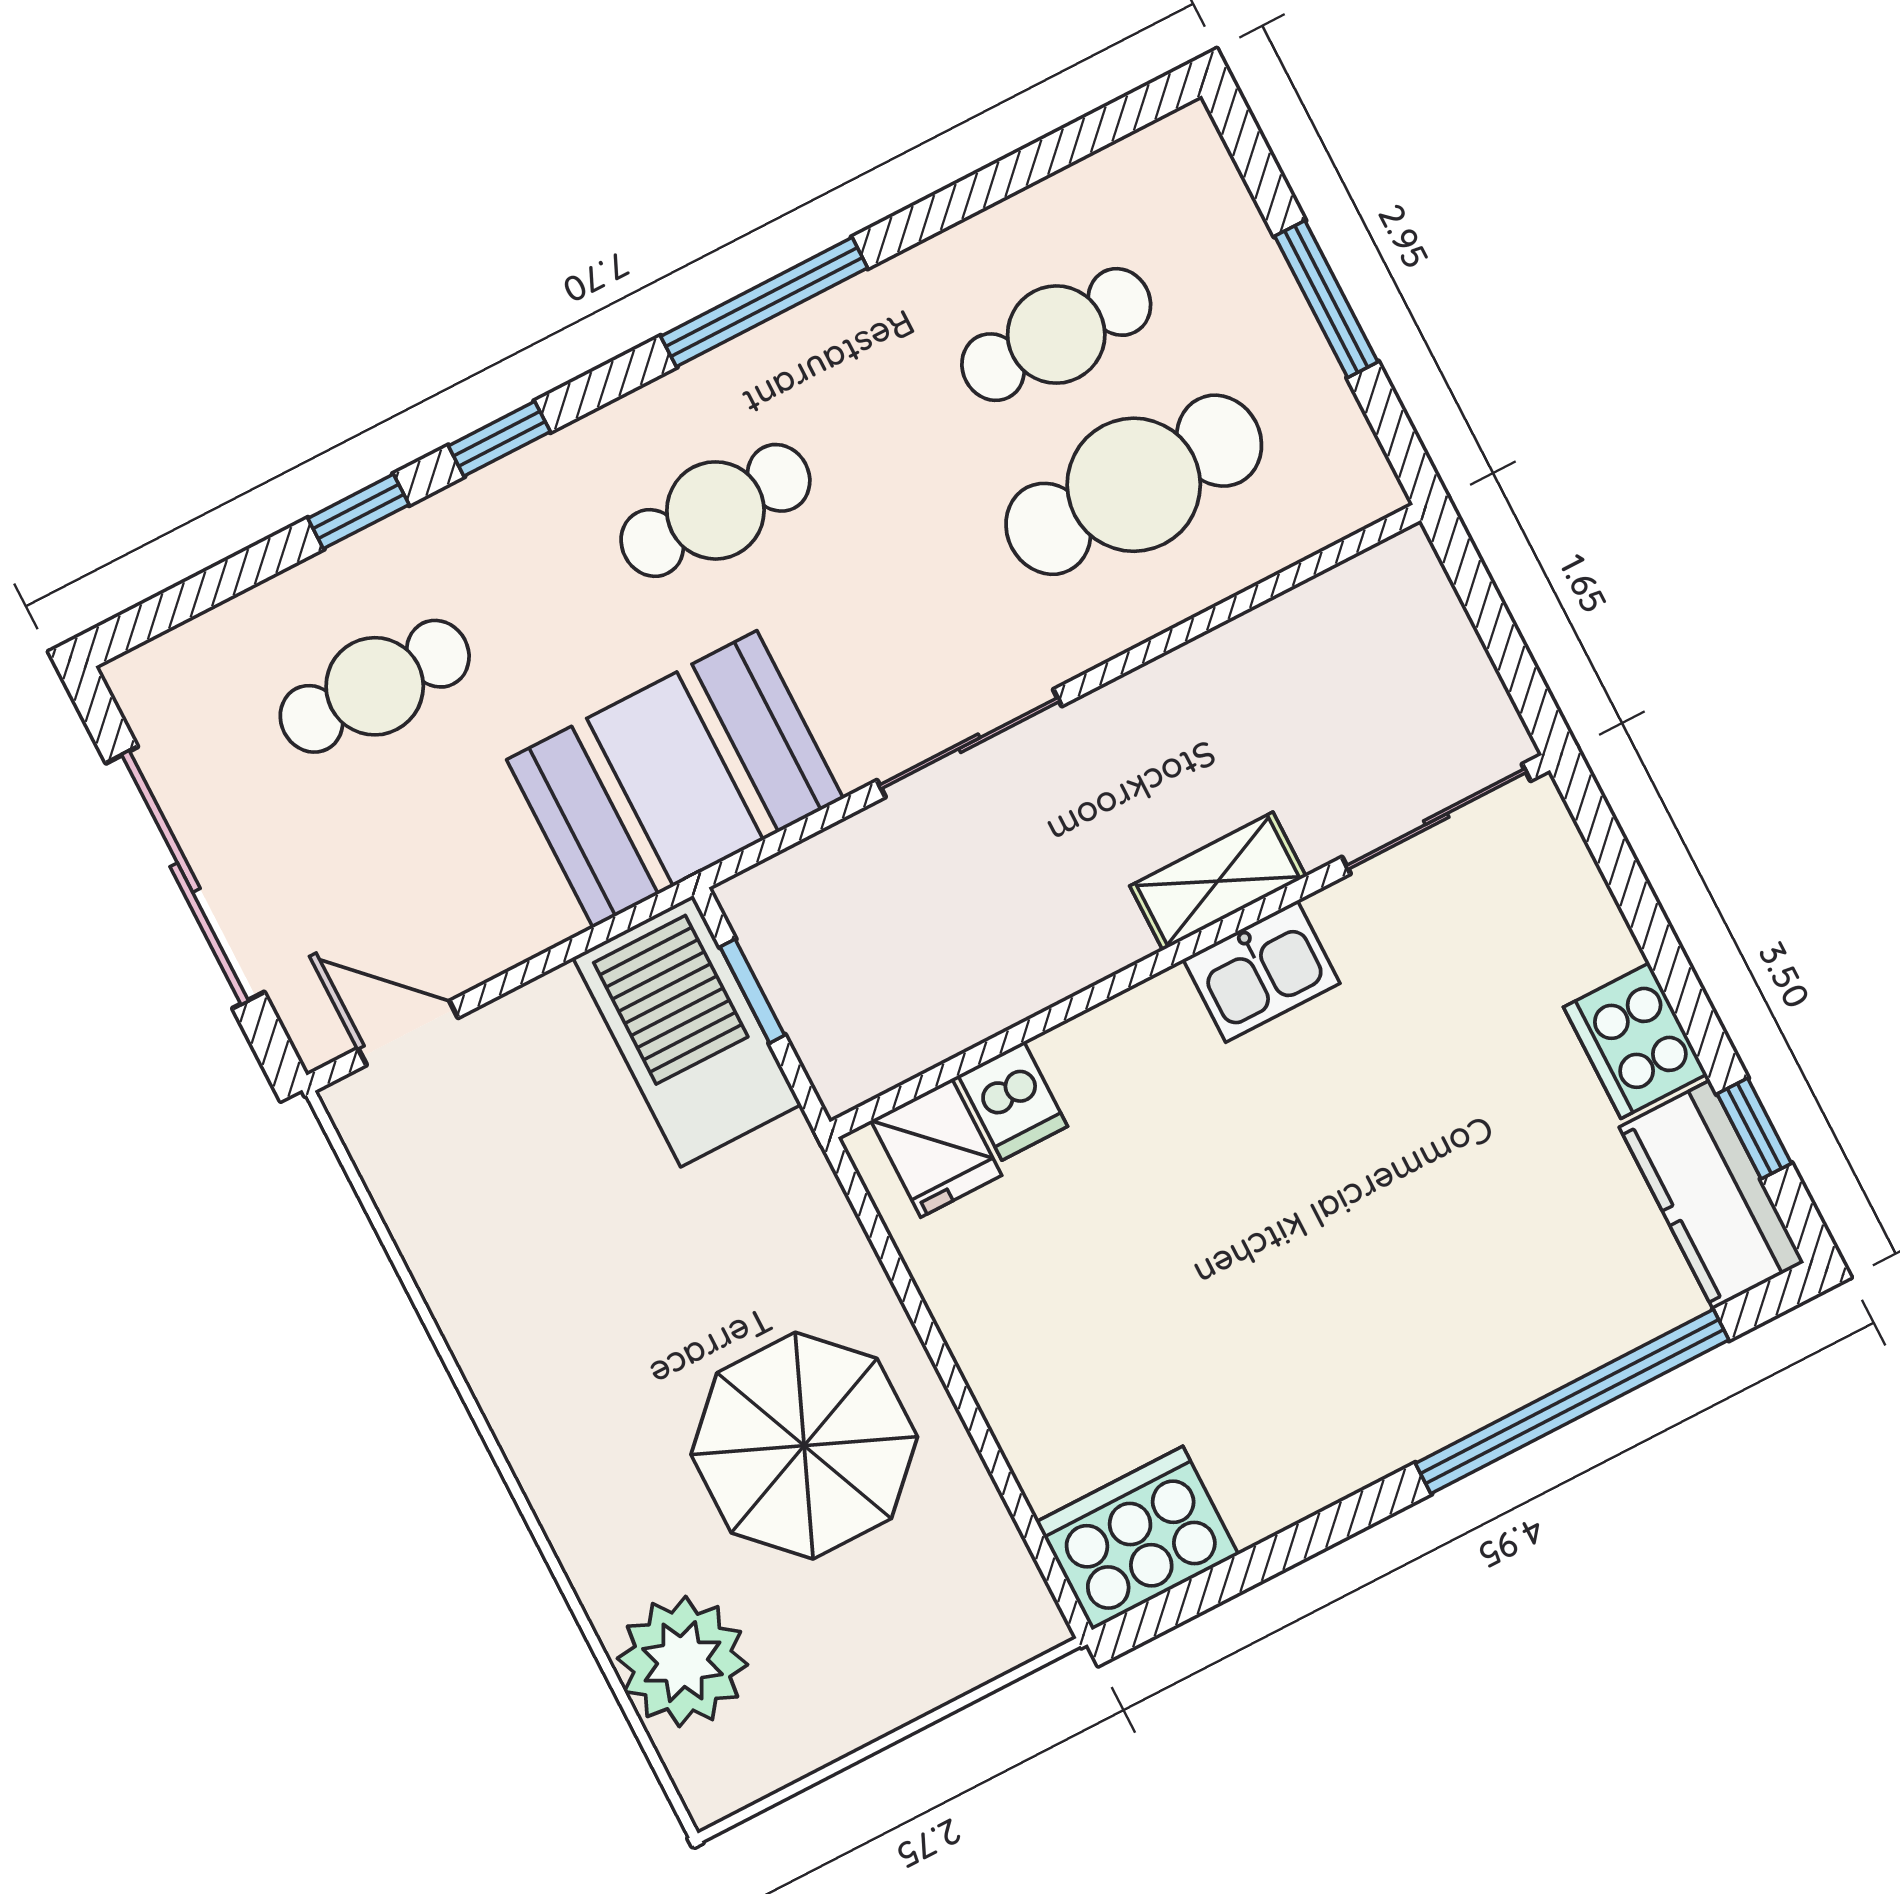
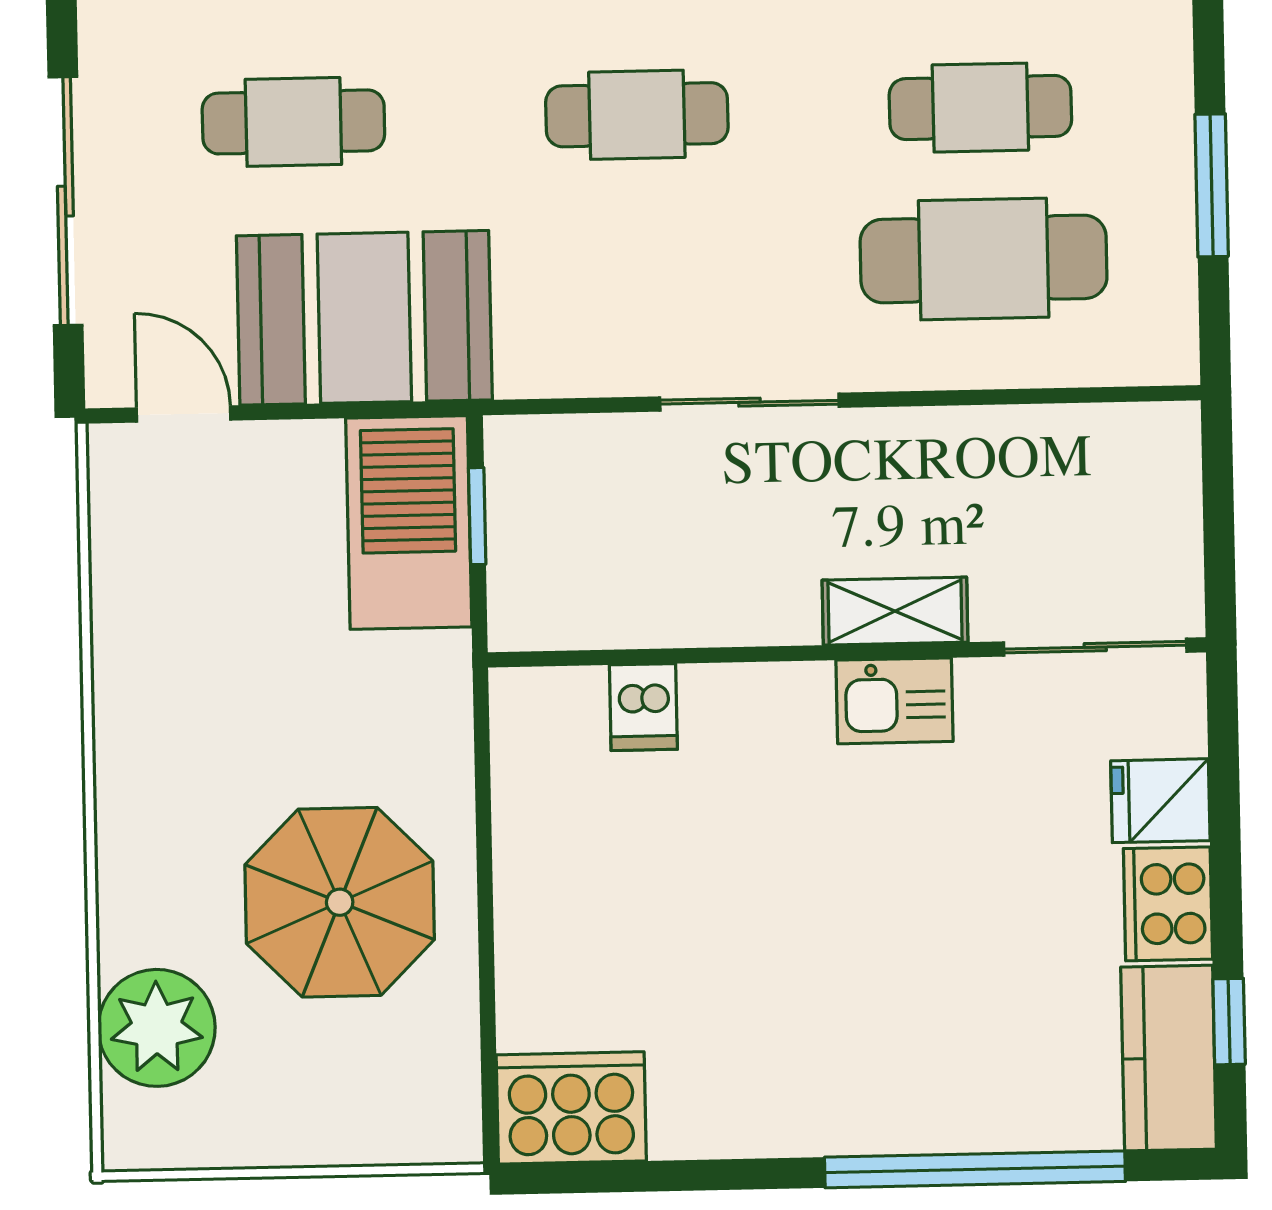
booth: (675, 779) -> (364, 318), moved
fridge: (936, 1148) -> (1160, 801), moved, turned 90

